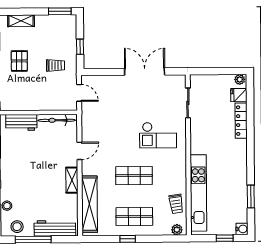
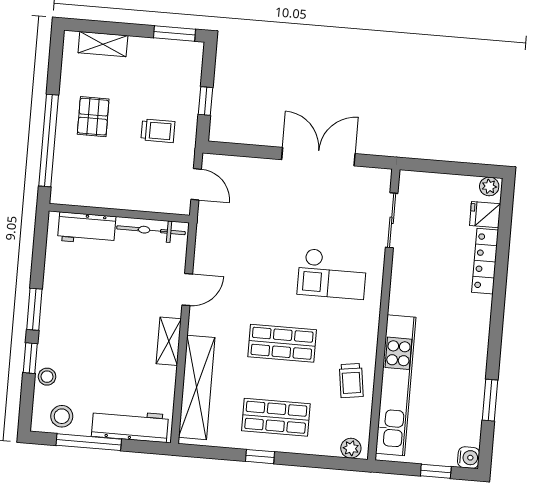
trolley: (176, 204) -> (351, 381), moved

